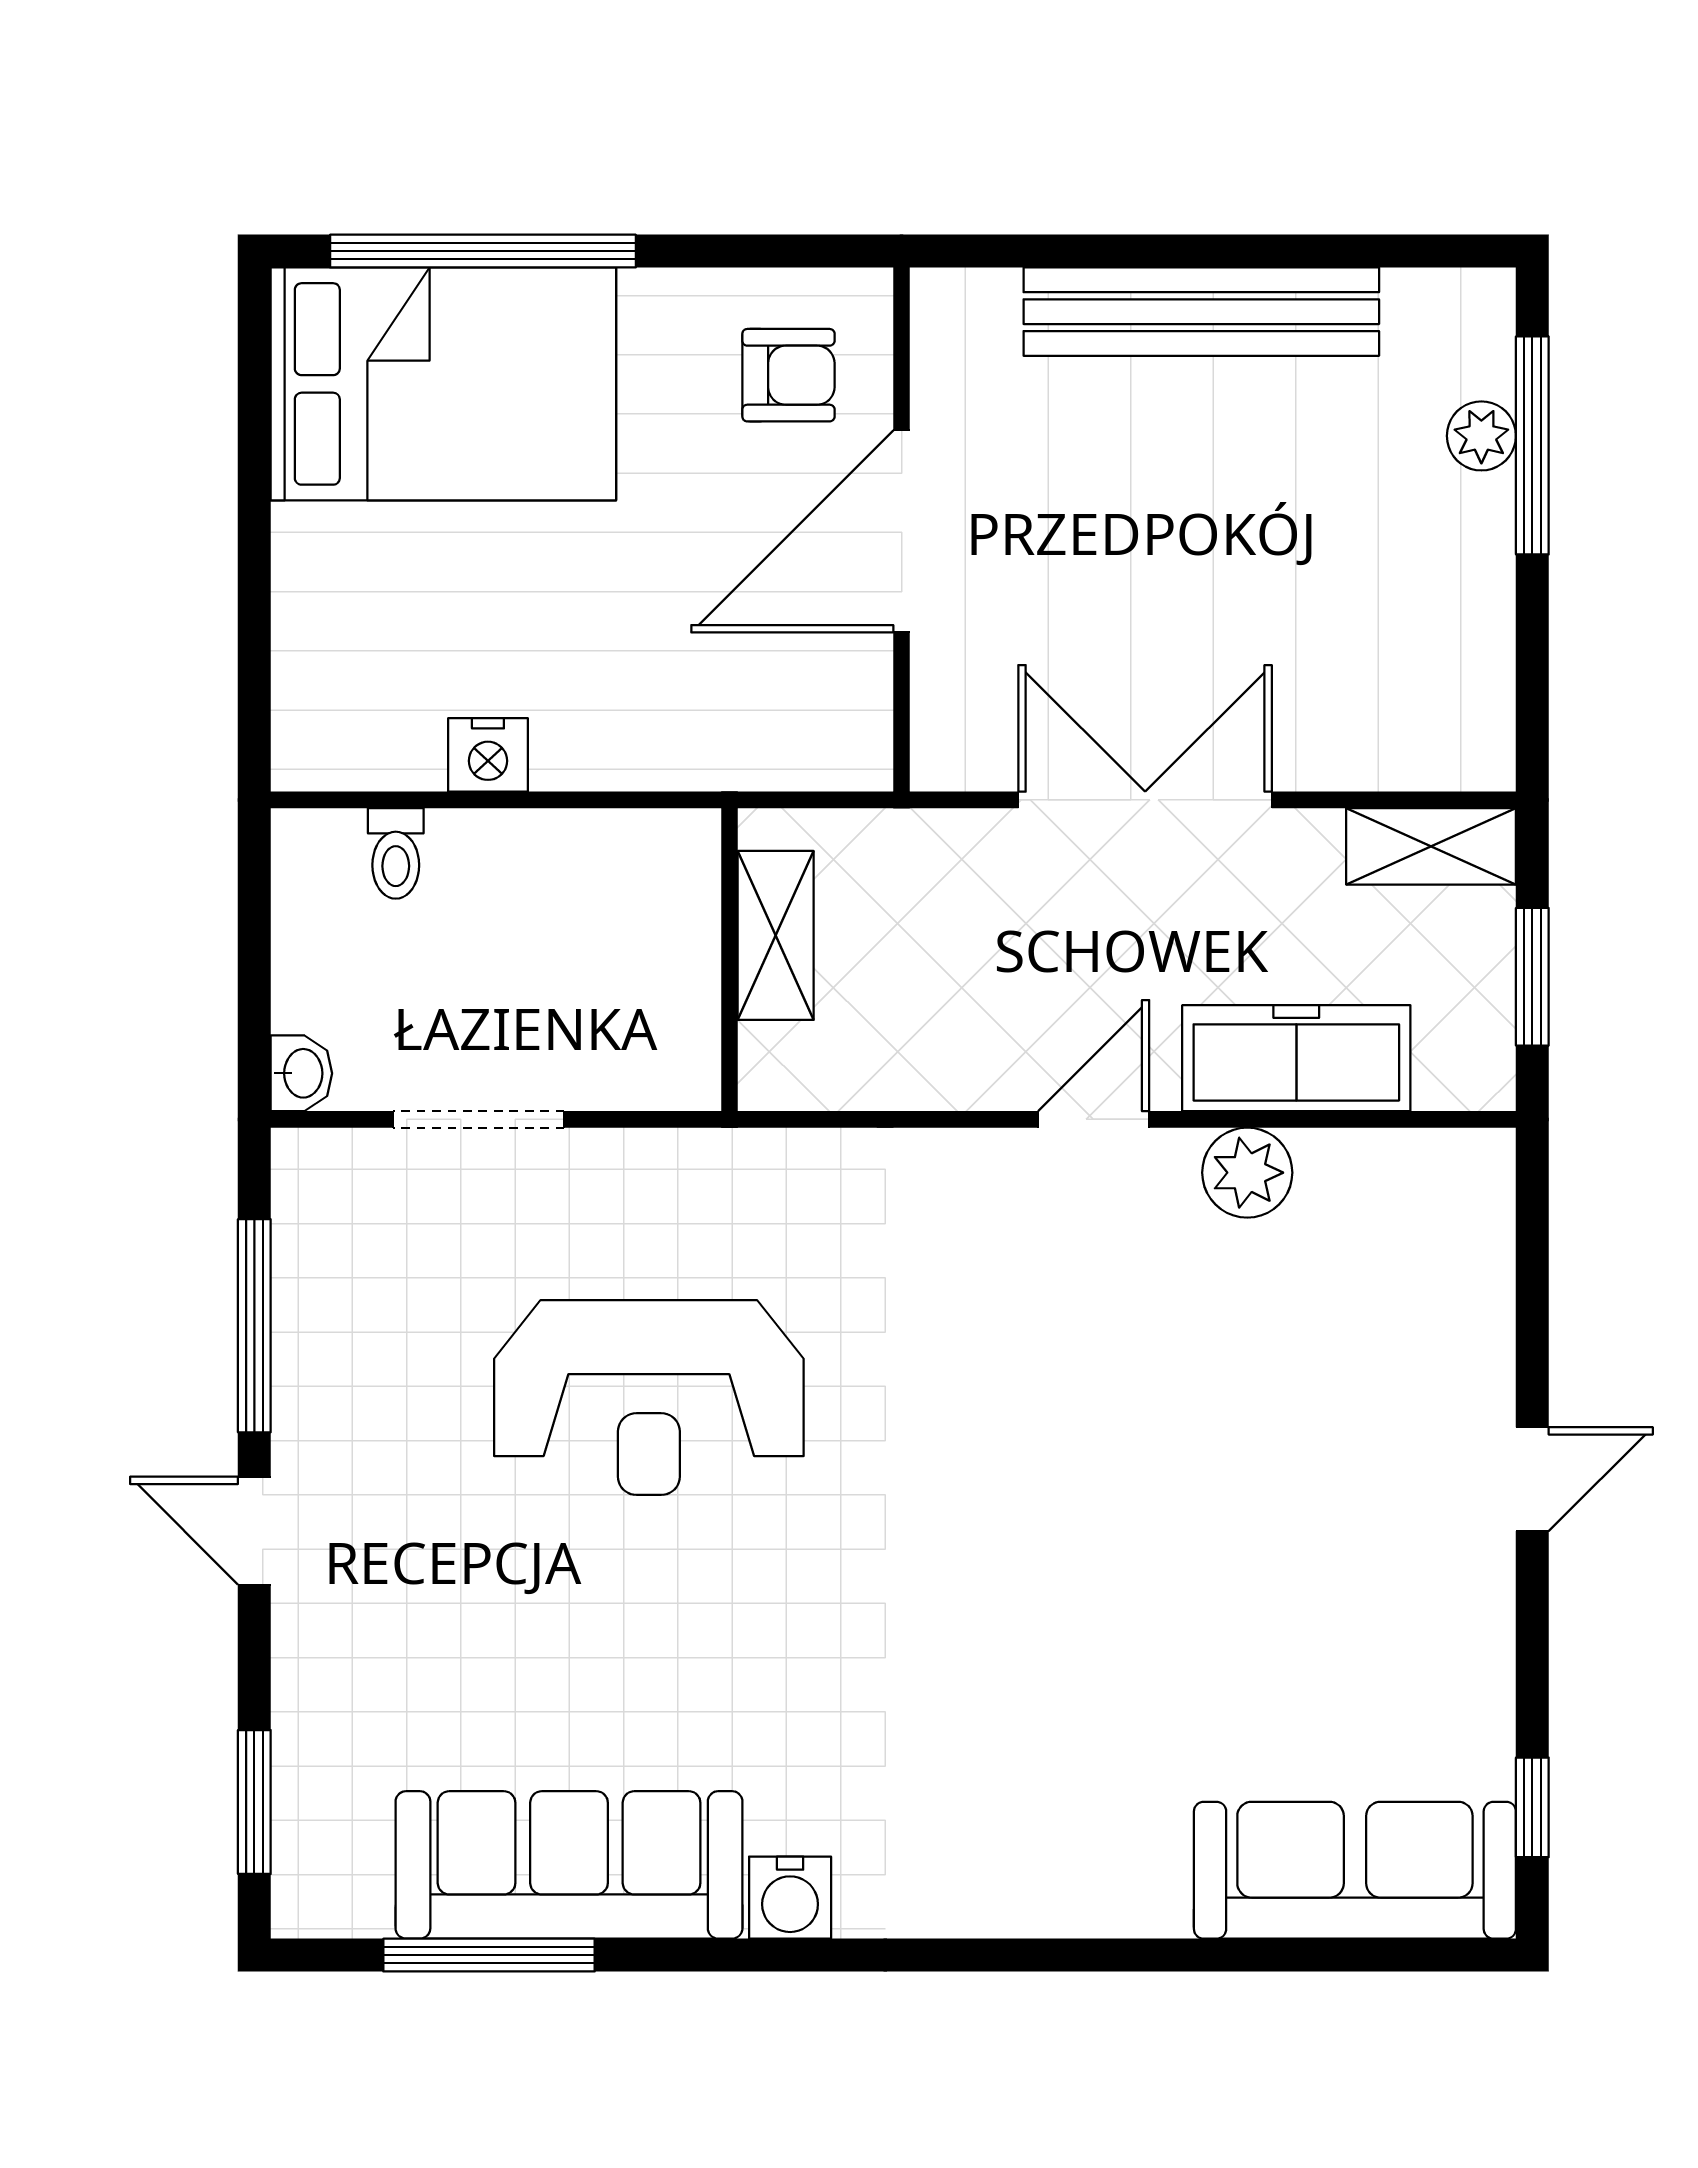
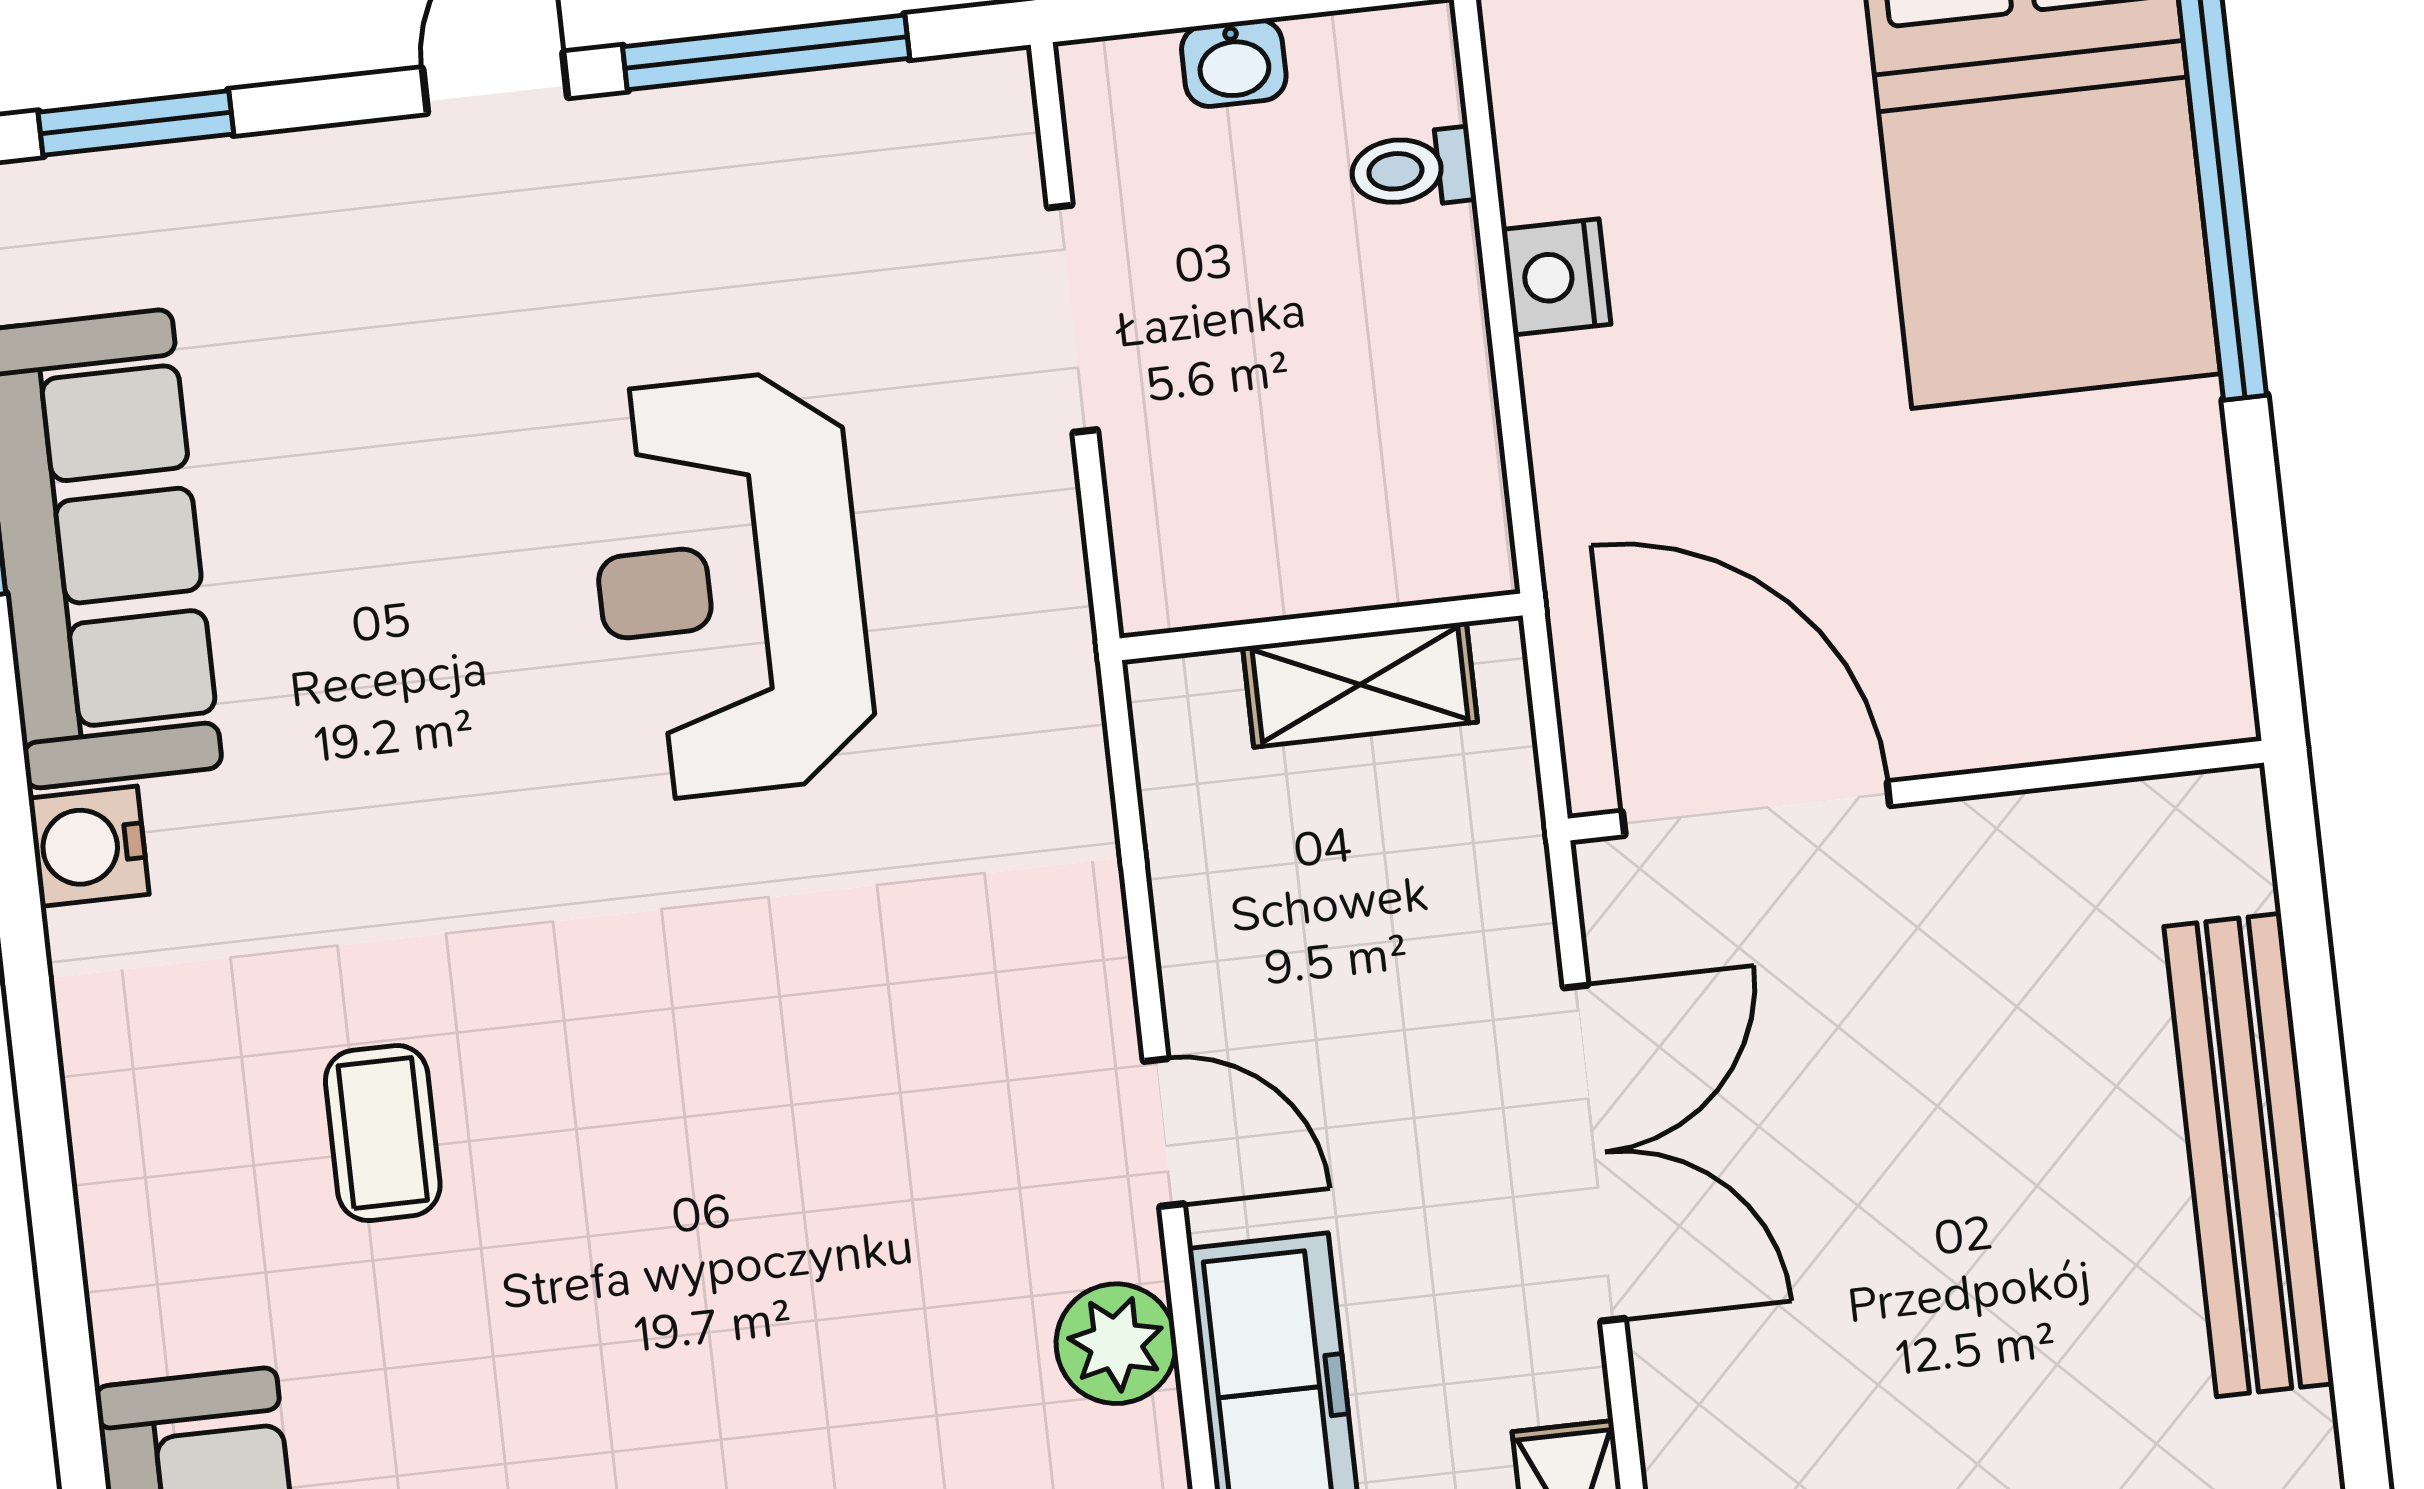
armchair: (788, 375) -> (2103, 618), removed
door: (902, 531) -> (1756, 809), moved
washbasin: (301, 1073) -> (1234, 63), moved
coffee table: (1029, 1702) -> (383, 1133), added

